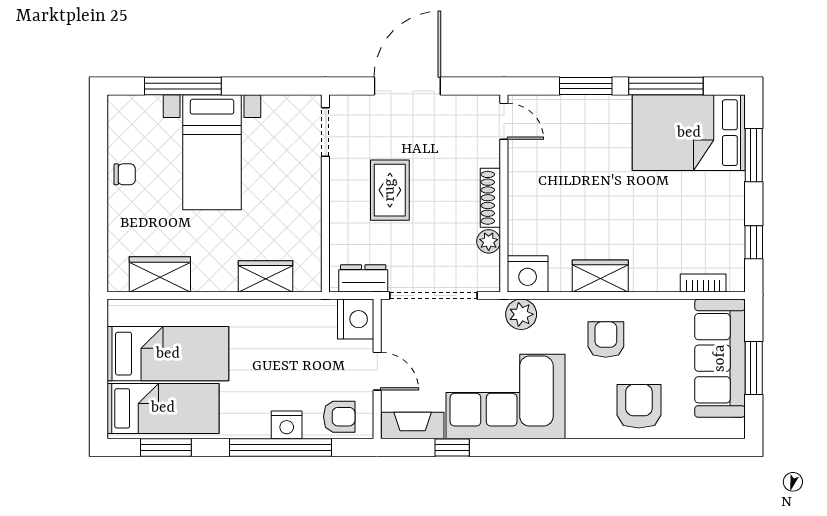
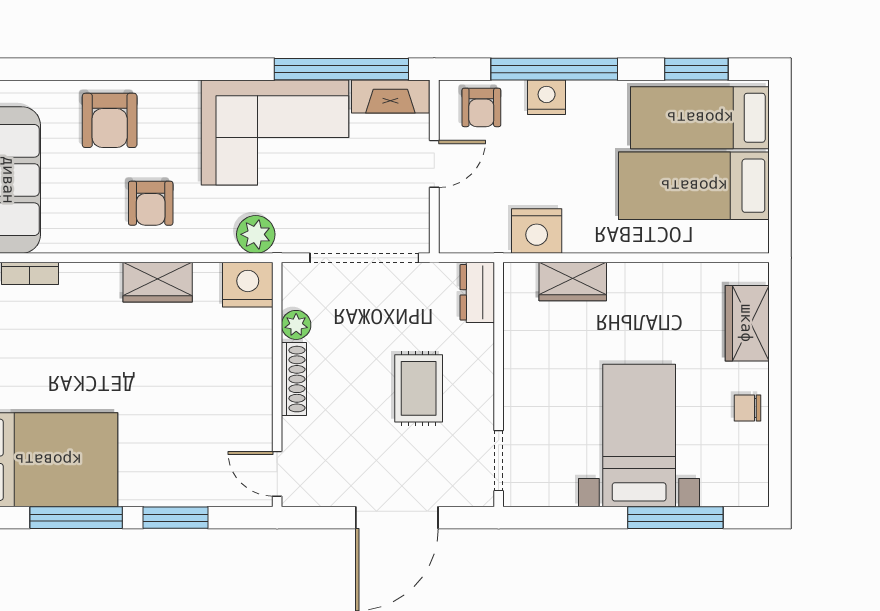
wardrobe: (160, 274) -> (747, 323), moved, turned 90
dresser: (363, 278) -> (477, 292), moved, turned 90
nightstand: (356, 319) -> (537, 231), moved, turned -90
door: (377, 371) -> (434, 164), swing flipped
armchair: (339, 417) -> (481, 107), turned -90
window: (452, 448) -> (341, 69), width x3.17

